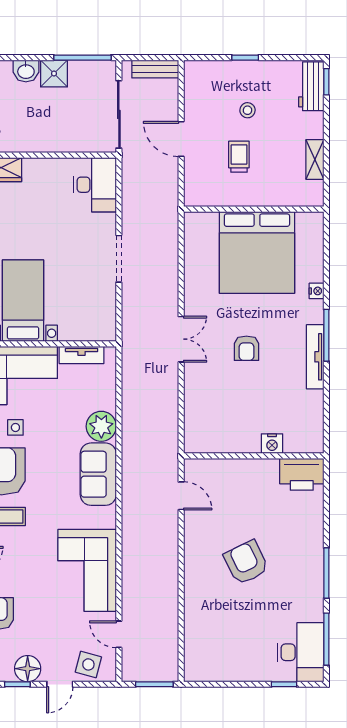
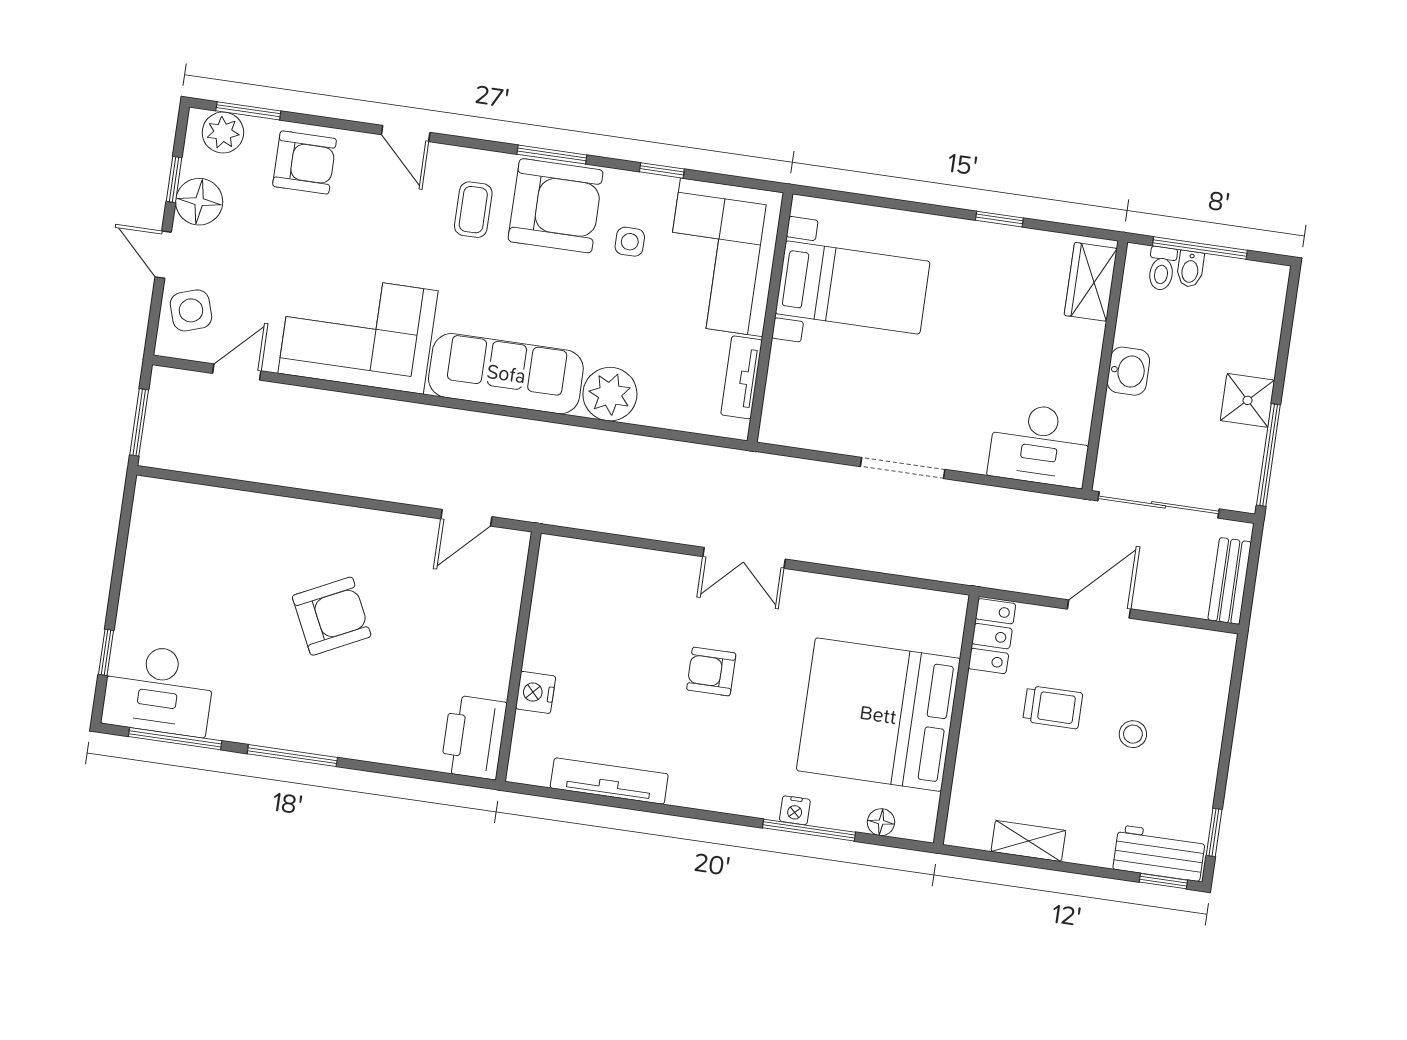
window: (245, 58) -> (1214, 832), moved
washbasin: (26, 71) -> (1128, 371), moved, turned 180
locker: (205, 196) -> (992, 636), added
floor lamp: (316, 242) -> (881, 822), added
window: (326, 335) -> (809, 830), moved
tv unit: (315, 357) -> (609, 781), moved
sofa: (98, 474) -> (506, 374), width x1.36
side table: (88, 664) -> (191, 310), turned -33

